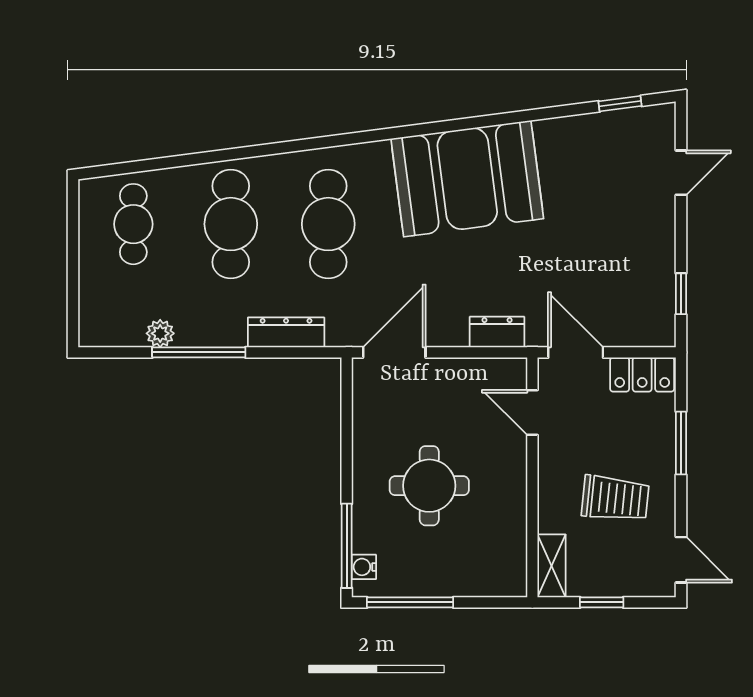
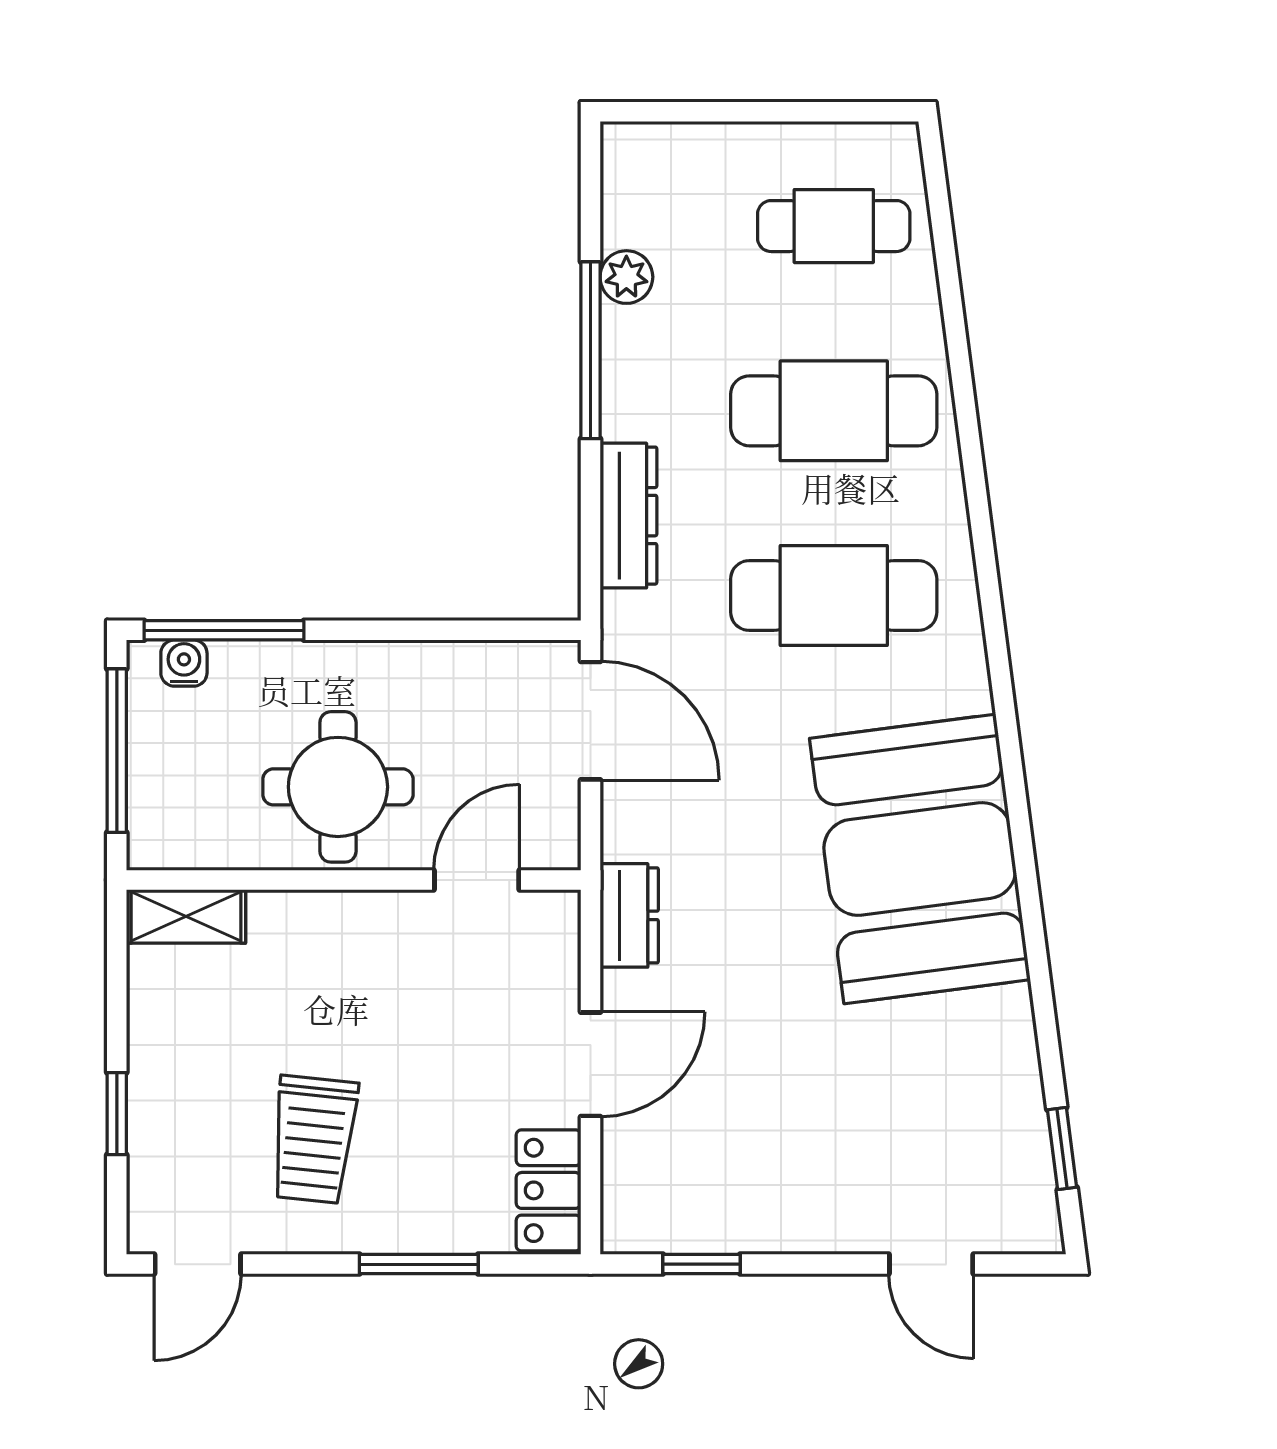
door: (532, 412) -> (477, 880), moved
wall: (532, 477) -> (354, 880), moved
shelving: (552, 566) -> (186, 916), moved

